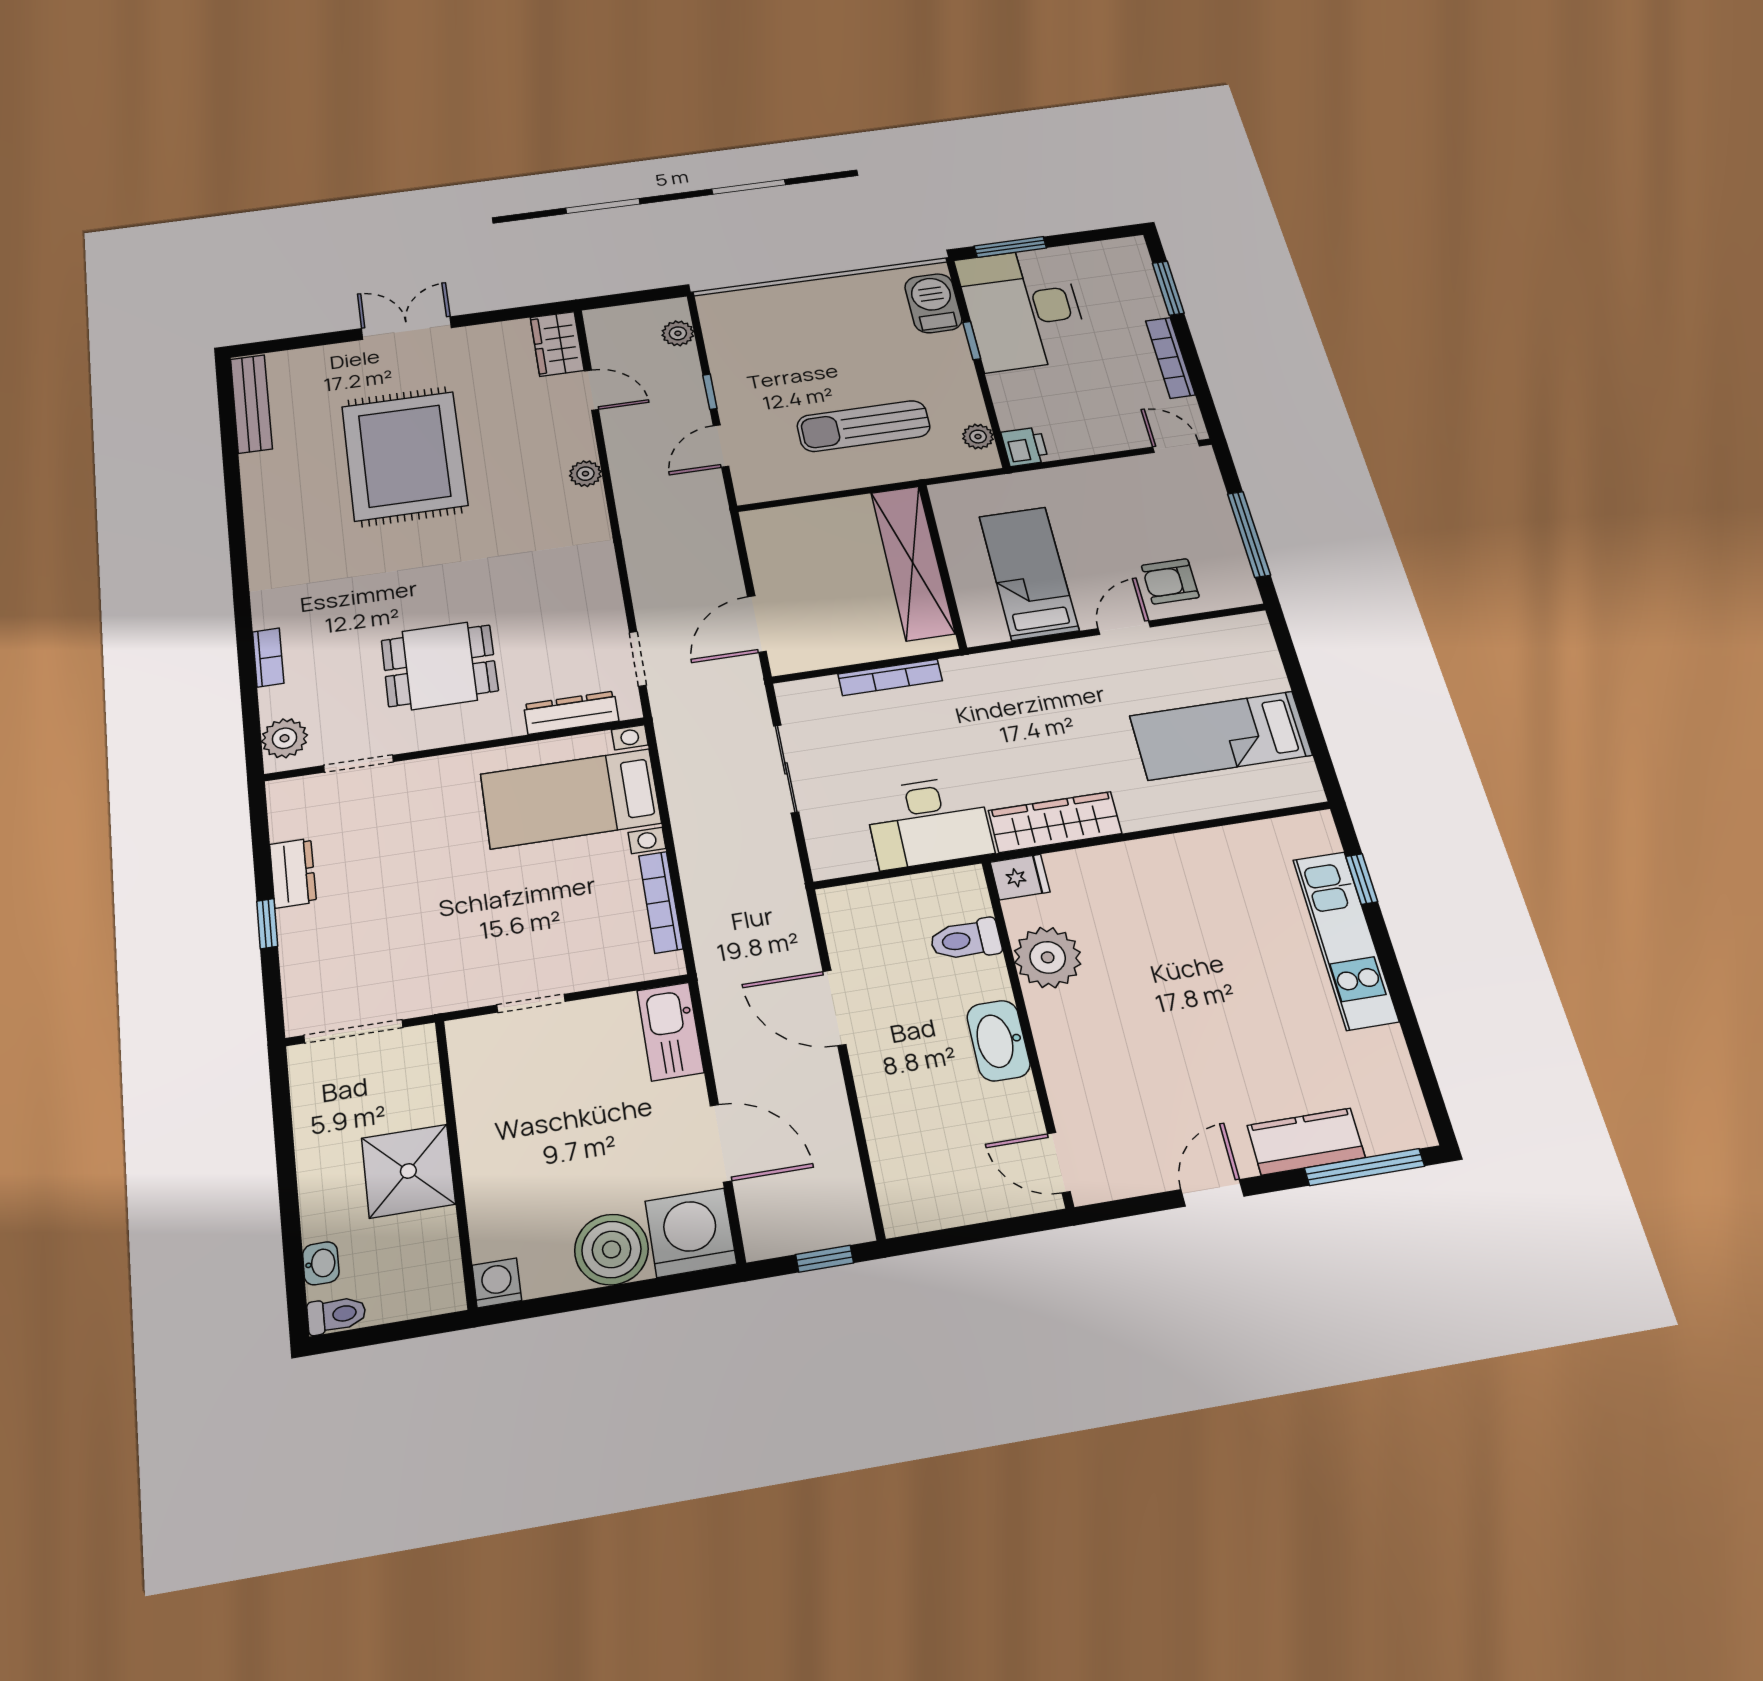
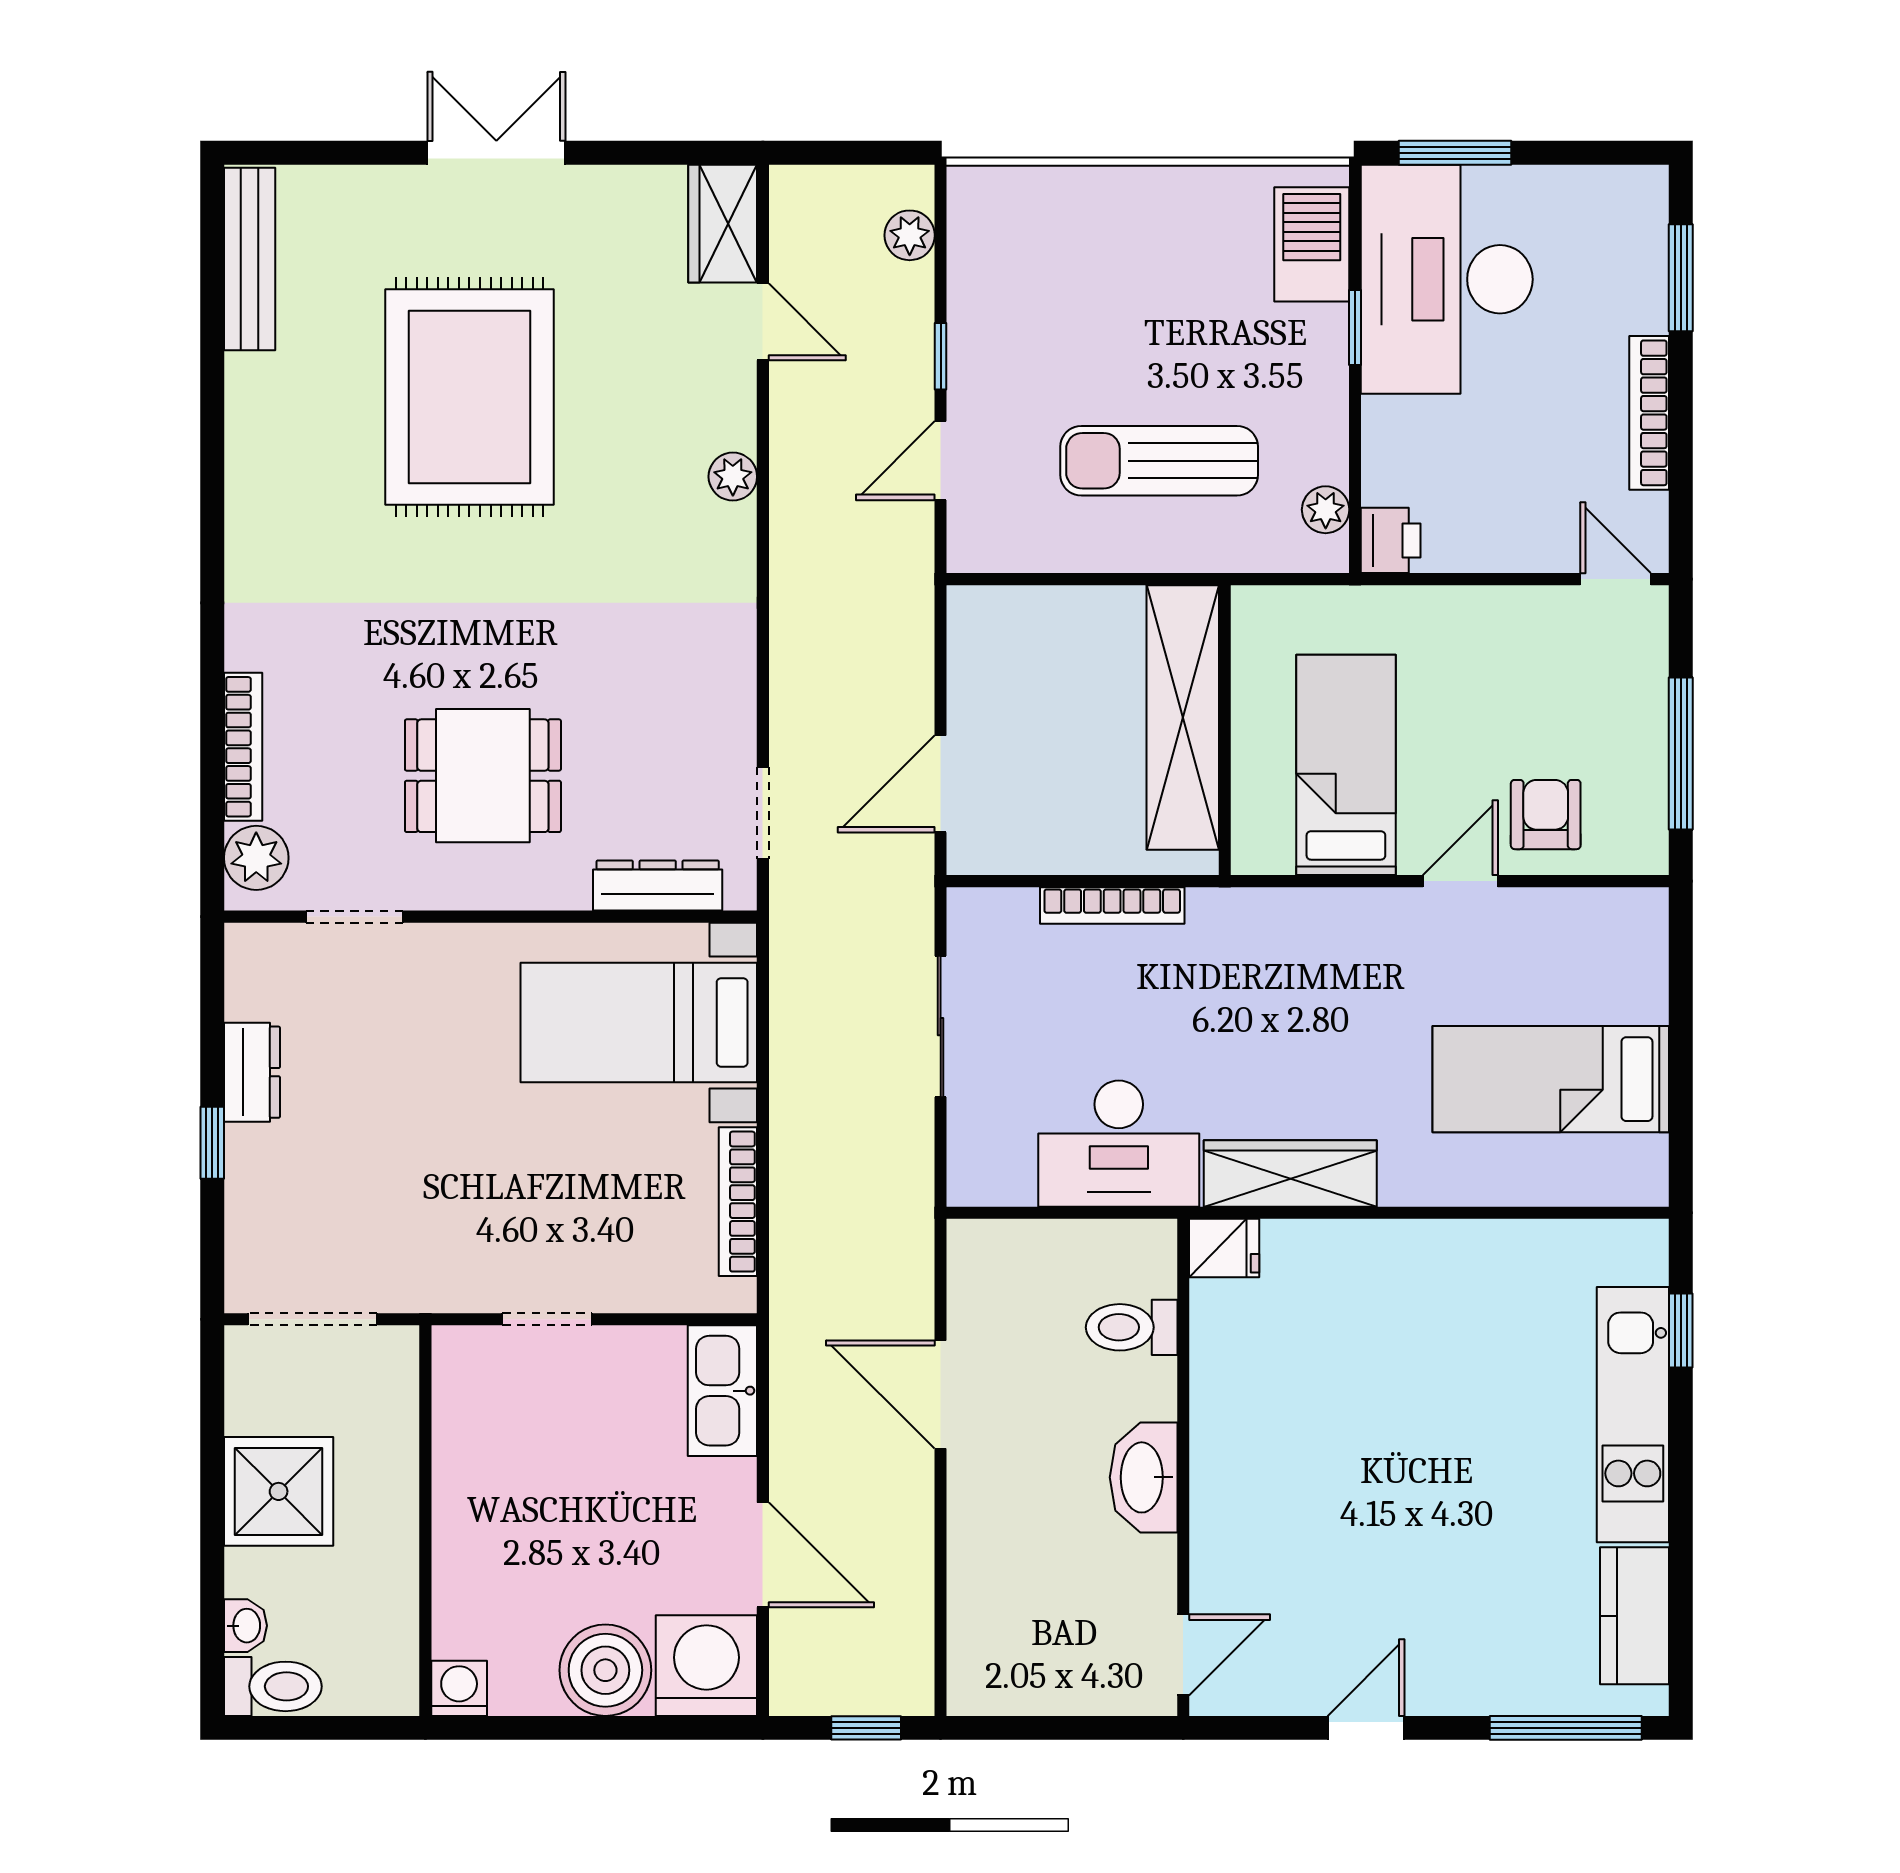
armchair: (1170, 581) -> (1546, 815), turned 90
bookcase: (268, 657) -> (243, 747), width x1.56
plant: (1048, 957) -> (1234, 1372), removed
kitchen counter: (1306, 1142) -> (1635, 1616), moved, turned -90
door: (1059, 1163) -> (1183, 1655), swing flipped
shower: (408, 1171) -> (279, 1491), moved
toilet: (336, 1315) -> (273, 1686), width x1.37, depth x1.39

